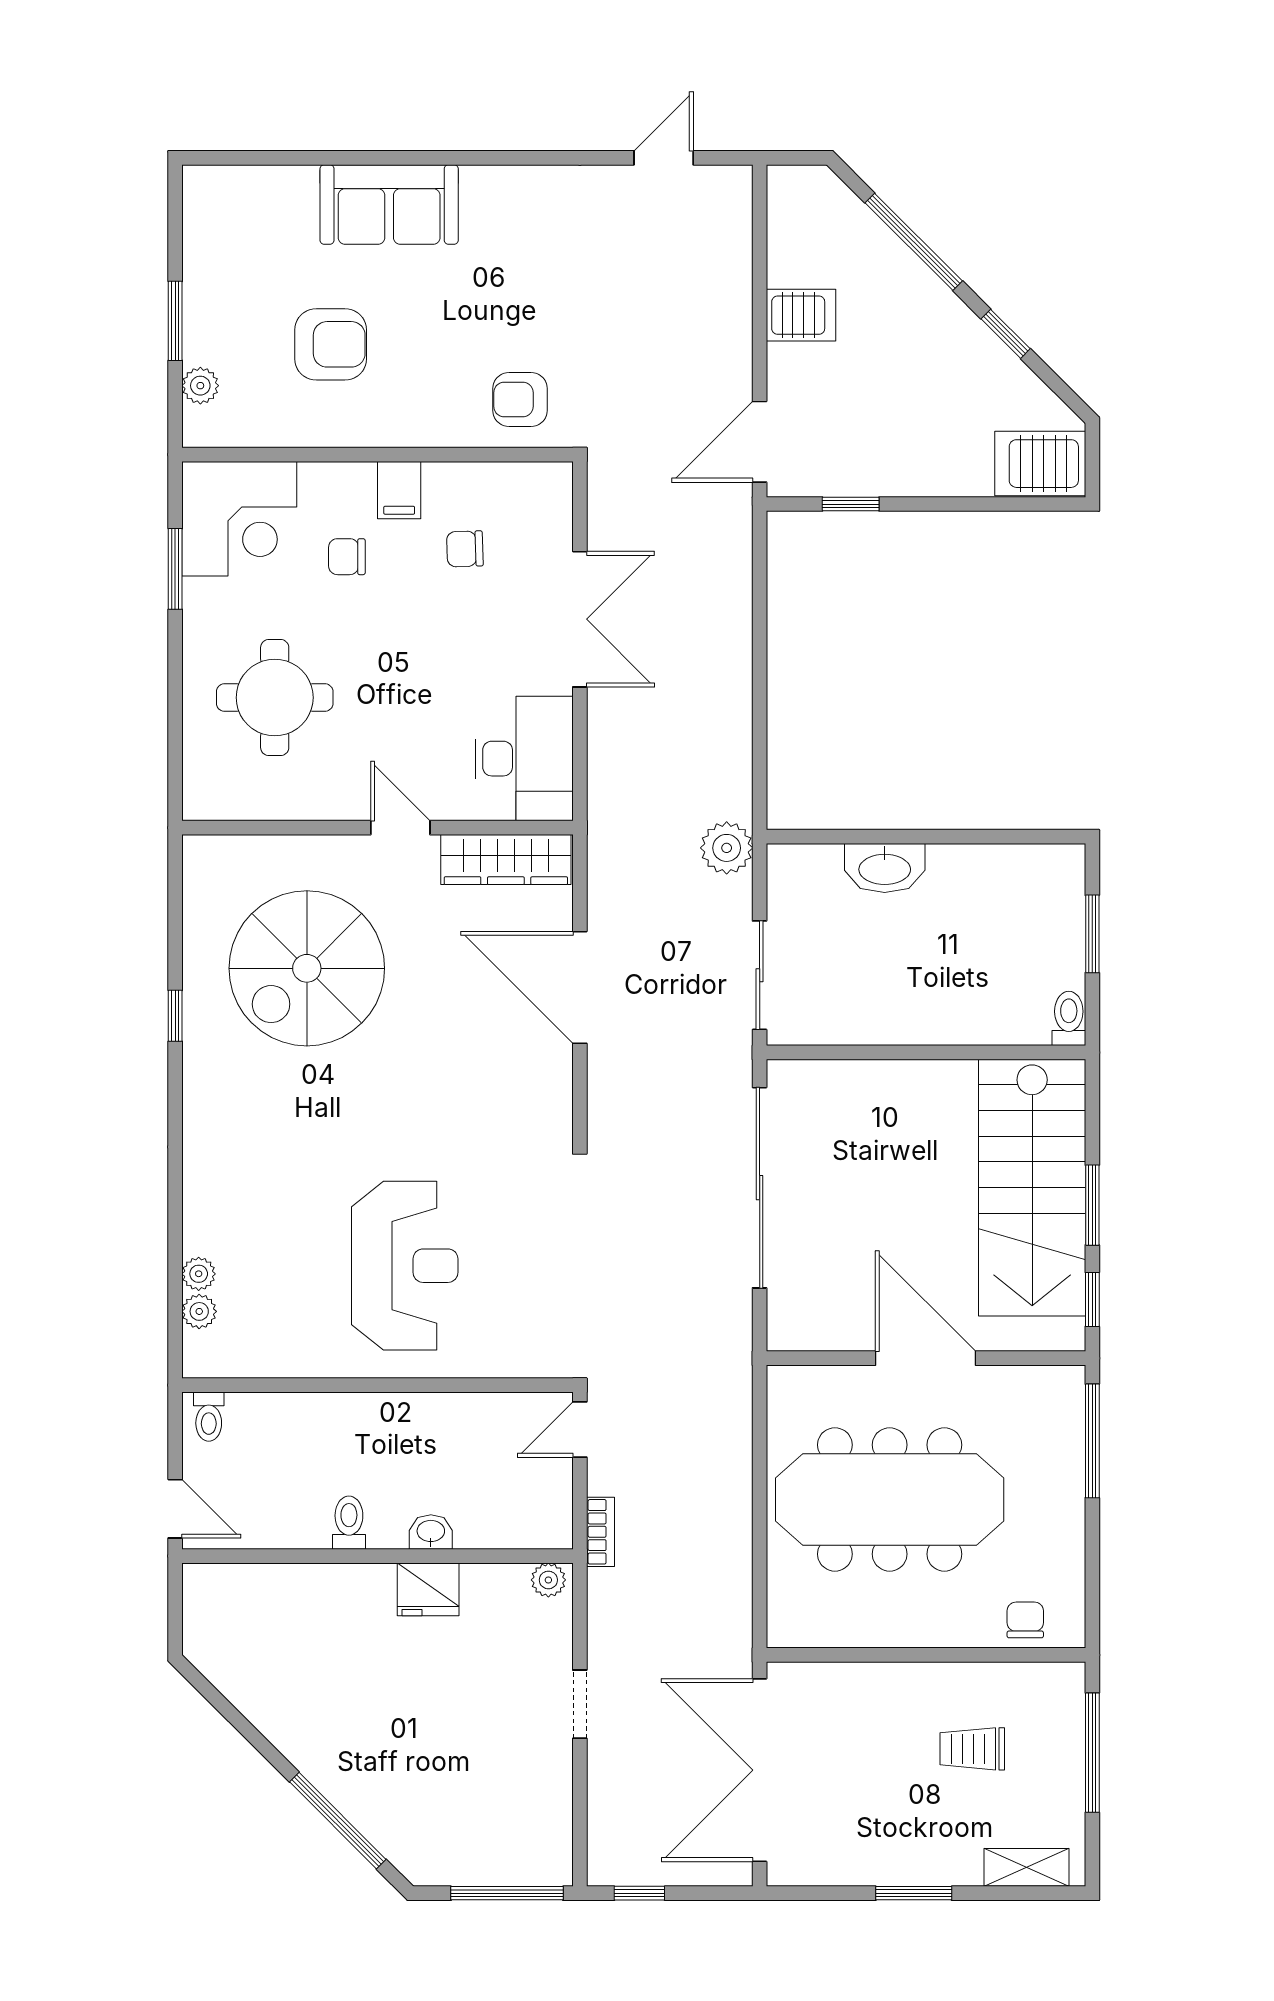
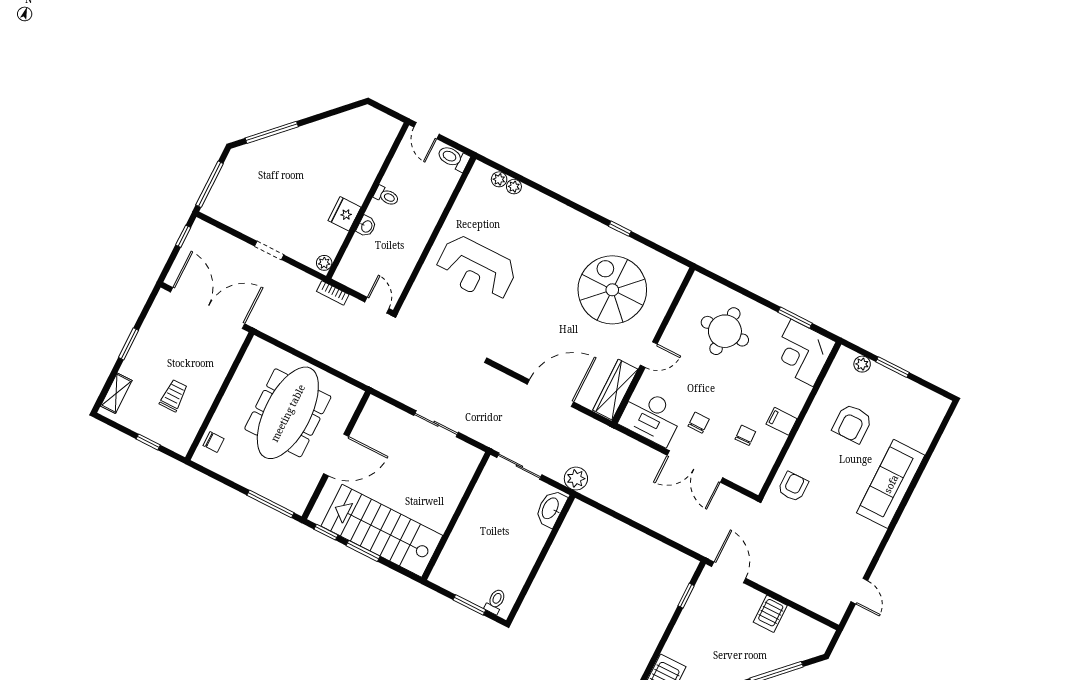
sofa: (389, 204) -> (891, 484), width x1.36
chair: (347, 557) -> (699, 423), moved
washbasin: (885, 868) -> (551, 509), moved
toilet: (1069, 1018) -> (495, 601), moved, turned -90
sliding door: (760, 1188) -> (436, 424), width x0.54
toilet: (209, 1417) -> (453, 158), width x1.37, depth x1.39
door: (175, 1509) -> (426, 131), hinge flipped
window: (1092, 1753) -> (148, 442), width x0.46

